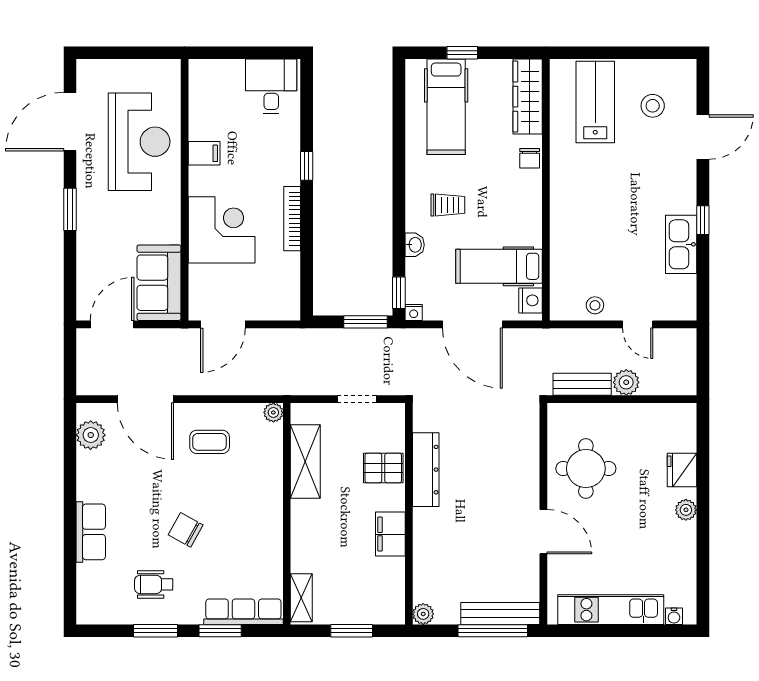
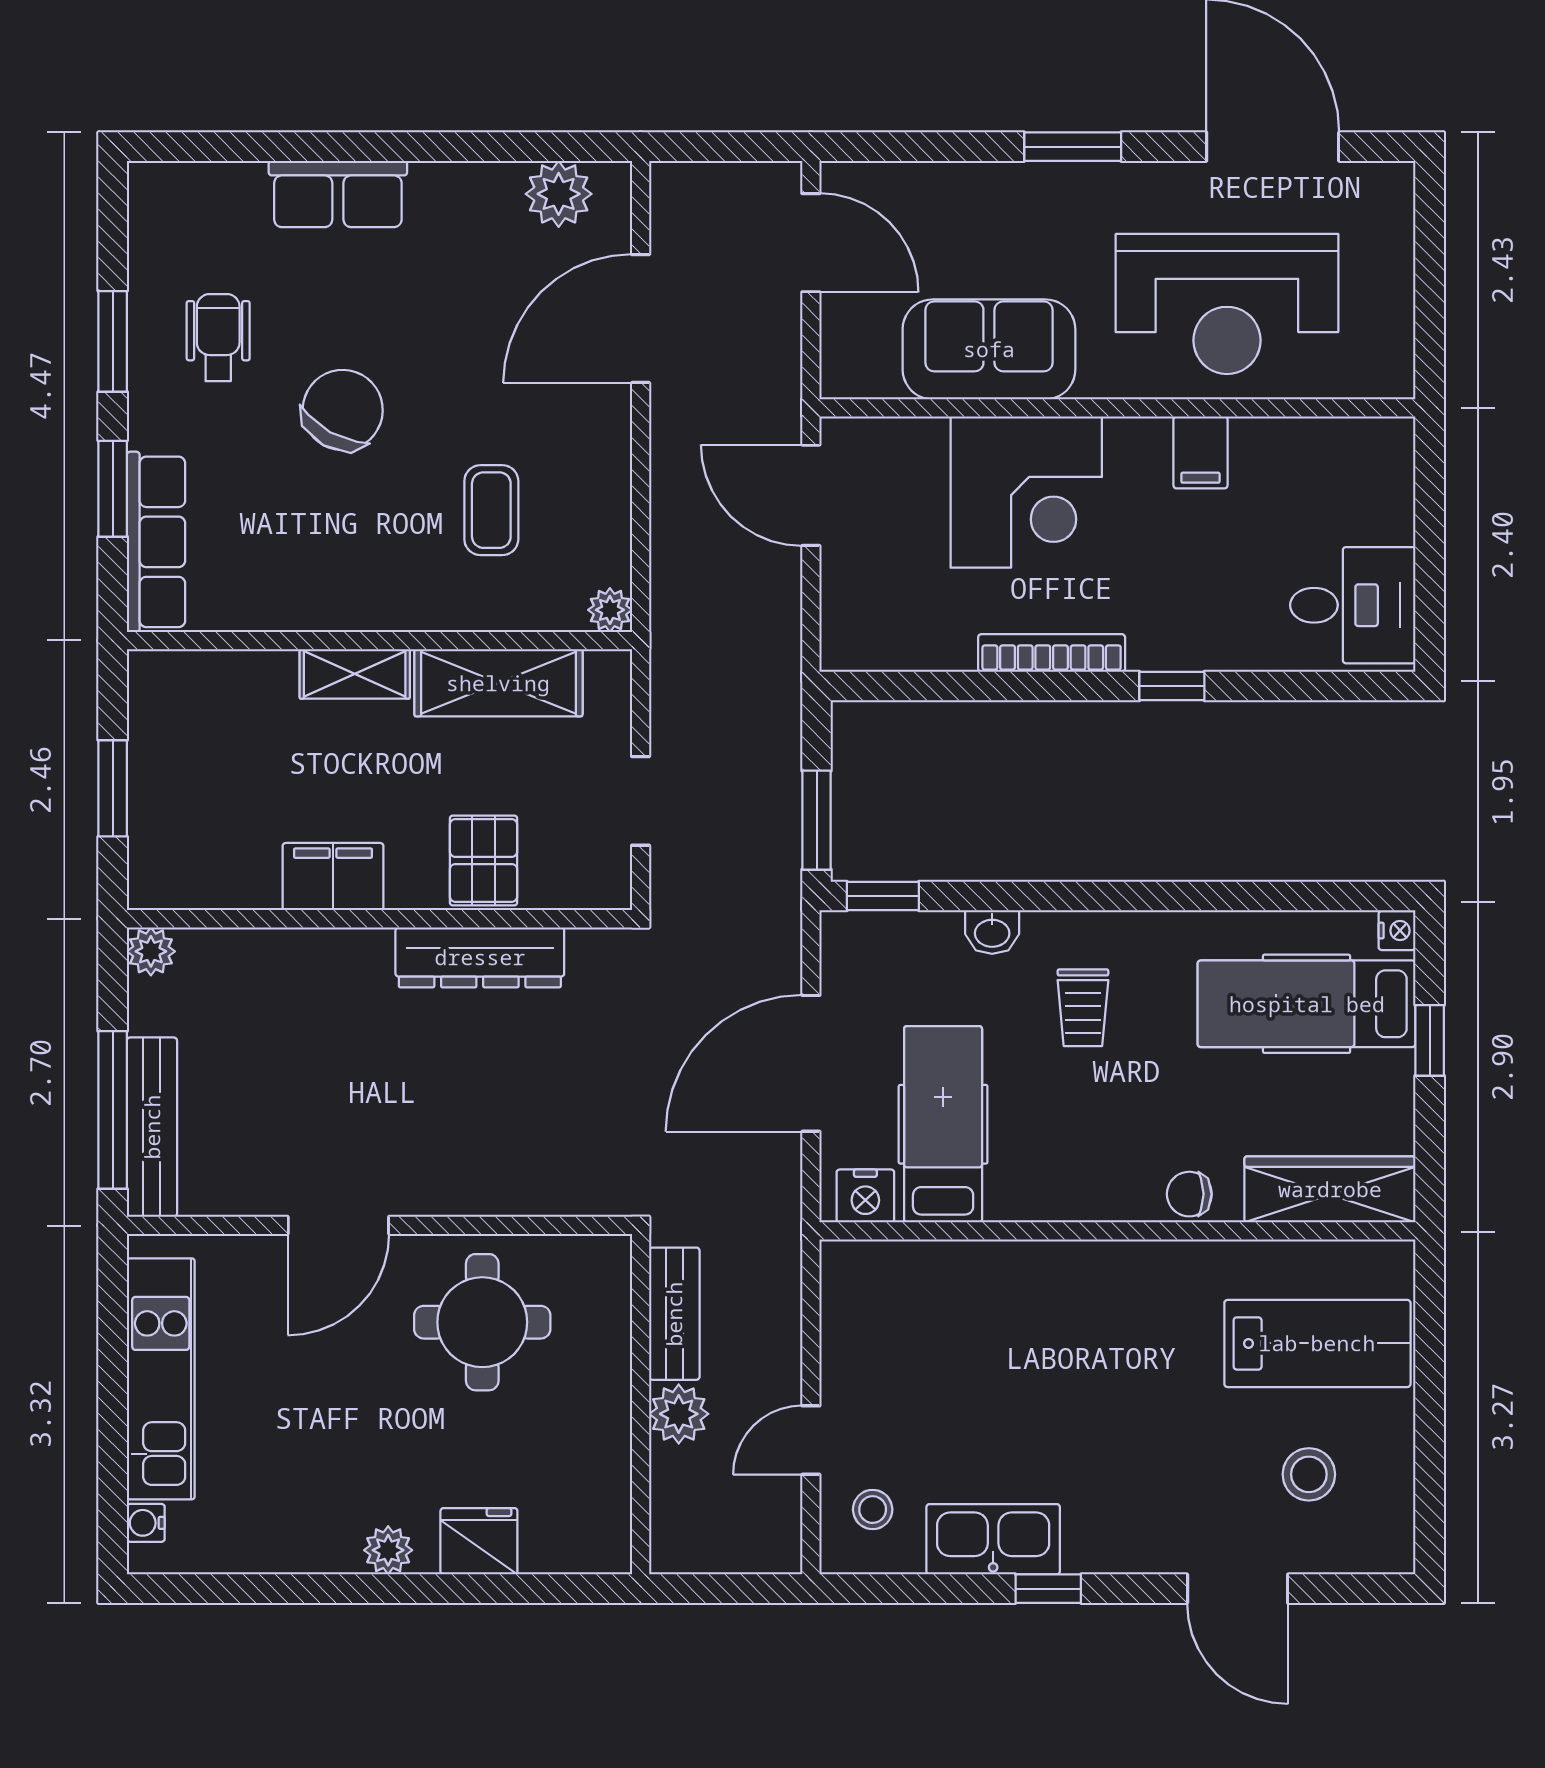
sofa: (159, 283) -> (989, 349), moved
stool: (595, 305) -> (873, 1510), moved
nightstand: (414, 313) -> (1397, 931), moved, turned 180
coffee table: (210, 442) -> (491, 510), moved
chair: (186, 530) -> (343, 410), width x1.37, depth x1.37
shelving: (301, 598) -> (355, 674), moved

